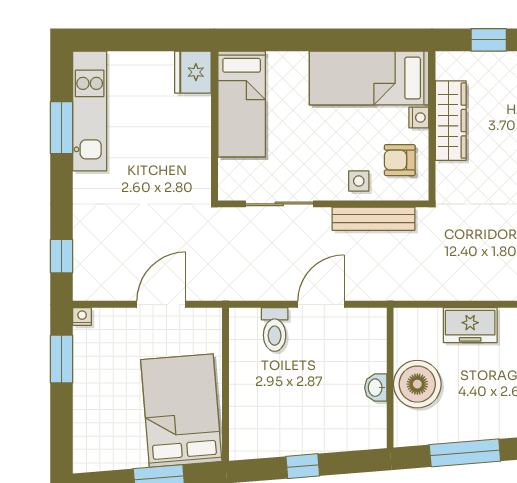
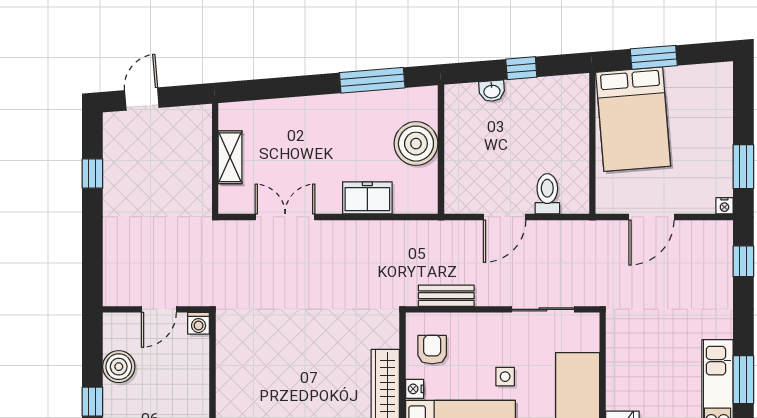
armchair: (400, 160) -> (432, 350), turned -90
side table: (359, 181) -> (505, 377), moved
bench: (373, 219) -> (446, 296), width x0.73
washbasin: (376, 388) -> (492, 91), moved, turned 85

